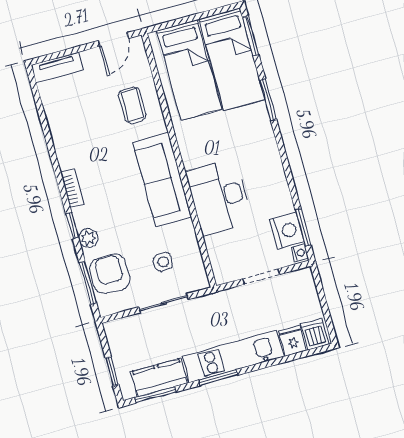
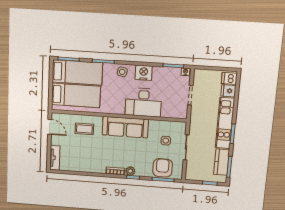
side table: (261, 140) -> (122, 72), added
nightstand: (287, 231) -> (144, 73), moved
plant: (88, 238) -> (130, 171), moved
armchair: (110, 274) -> (163, 168), turned 90

